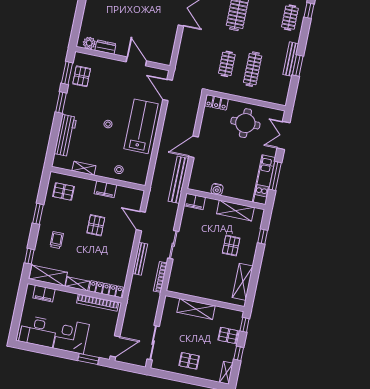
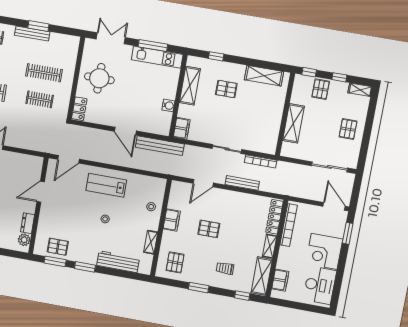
lab bench: (141, 126) -> (106, 185), width x0.73, depth x0.72
double door: (283, 135) -> (111, 38), swing flipped

